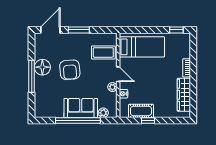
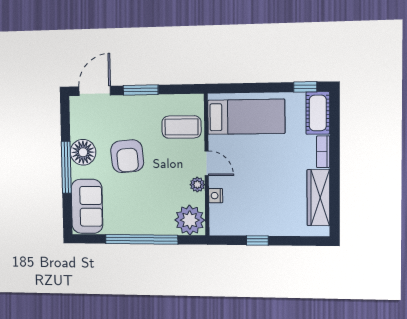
sofa: (81, 108) -> (87, 206), moved, turned 90
cot: (141, 111) -> (318, 113), moved, turned 90
plant: (103, 113) -> (190, 220), width x1.88, depth x1.88

